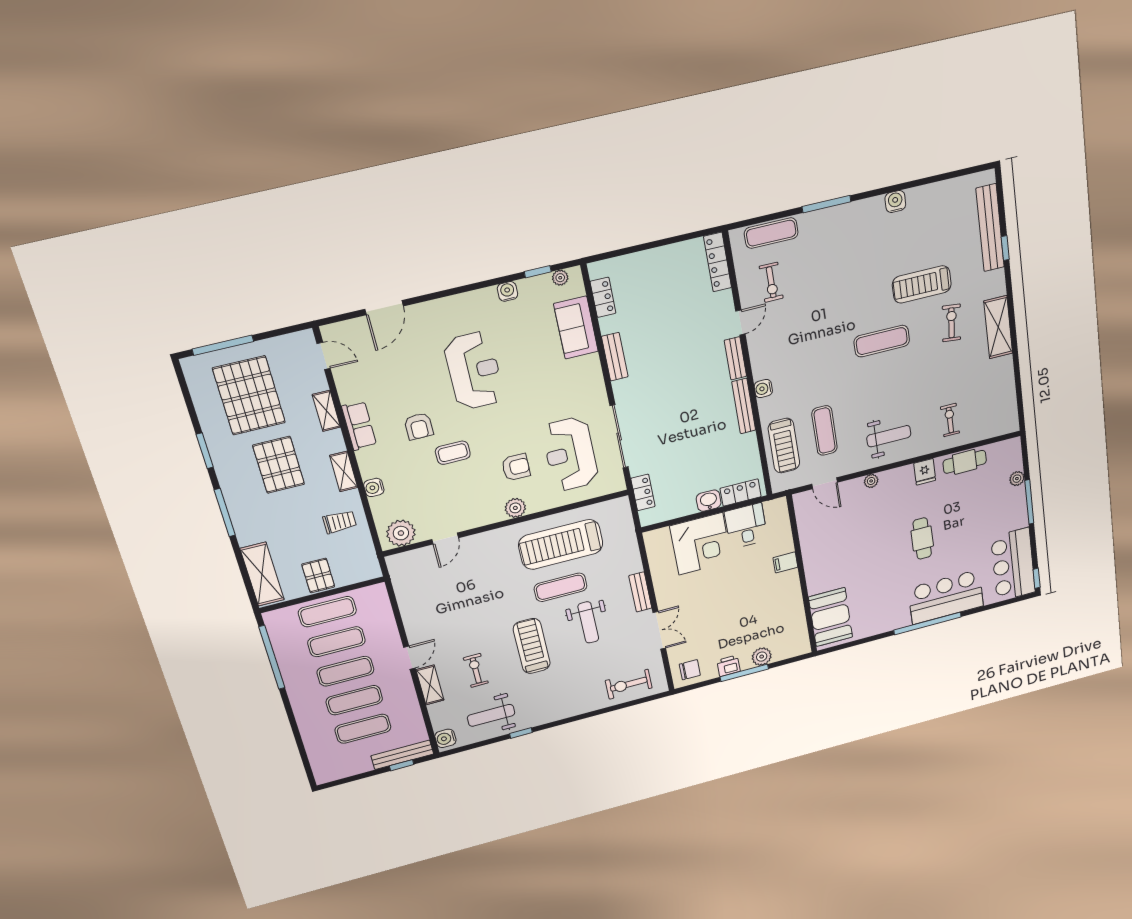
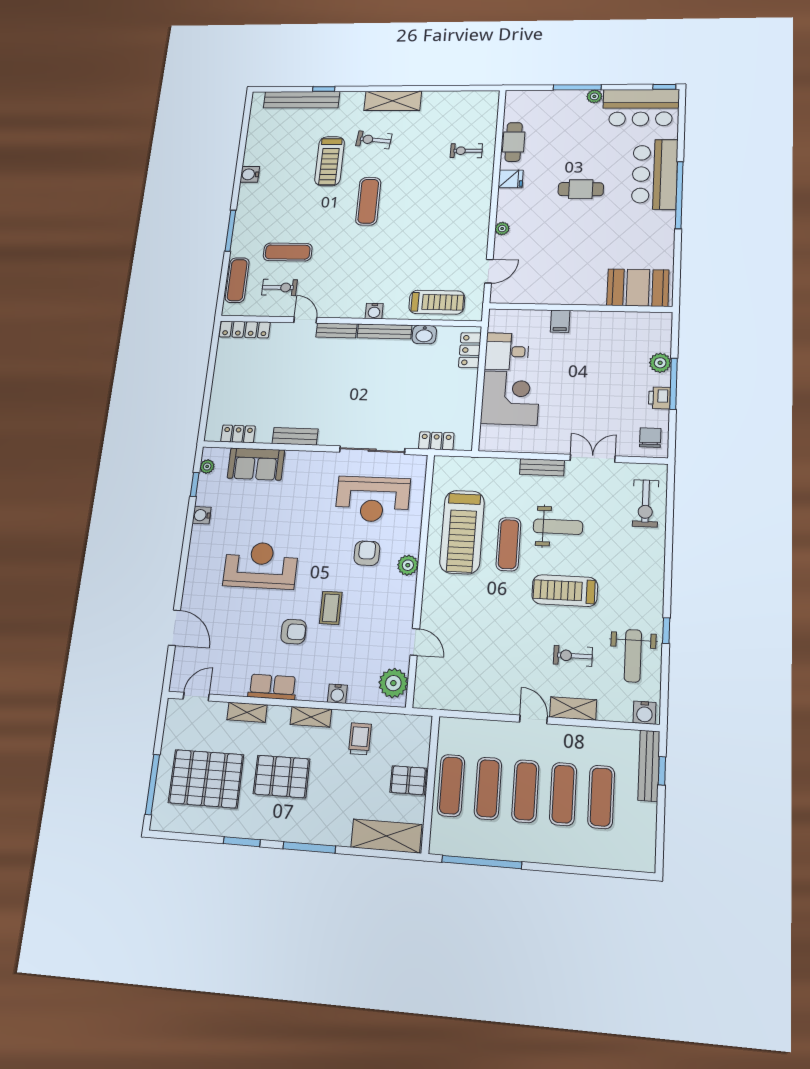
exercise mat: (824, 431) -> (288, 252), moved
weight bench: (889, 436) -> (462, 207), removed
plant: (1017, 479) -> (594, 96), moved
washbasin: (709, 501) -> (424, 335), moved, turned -90

